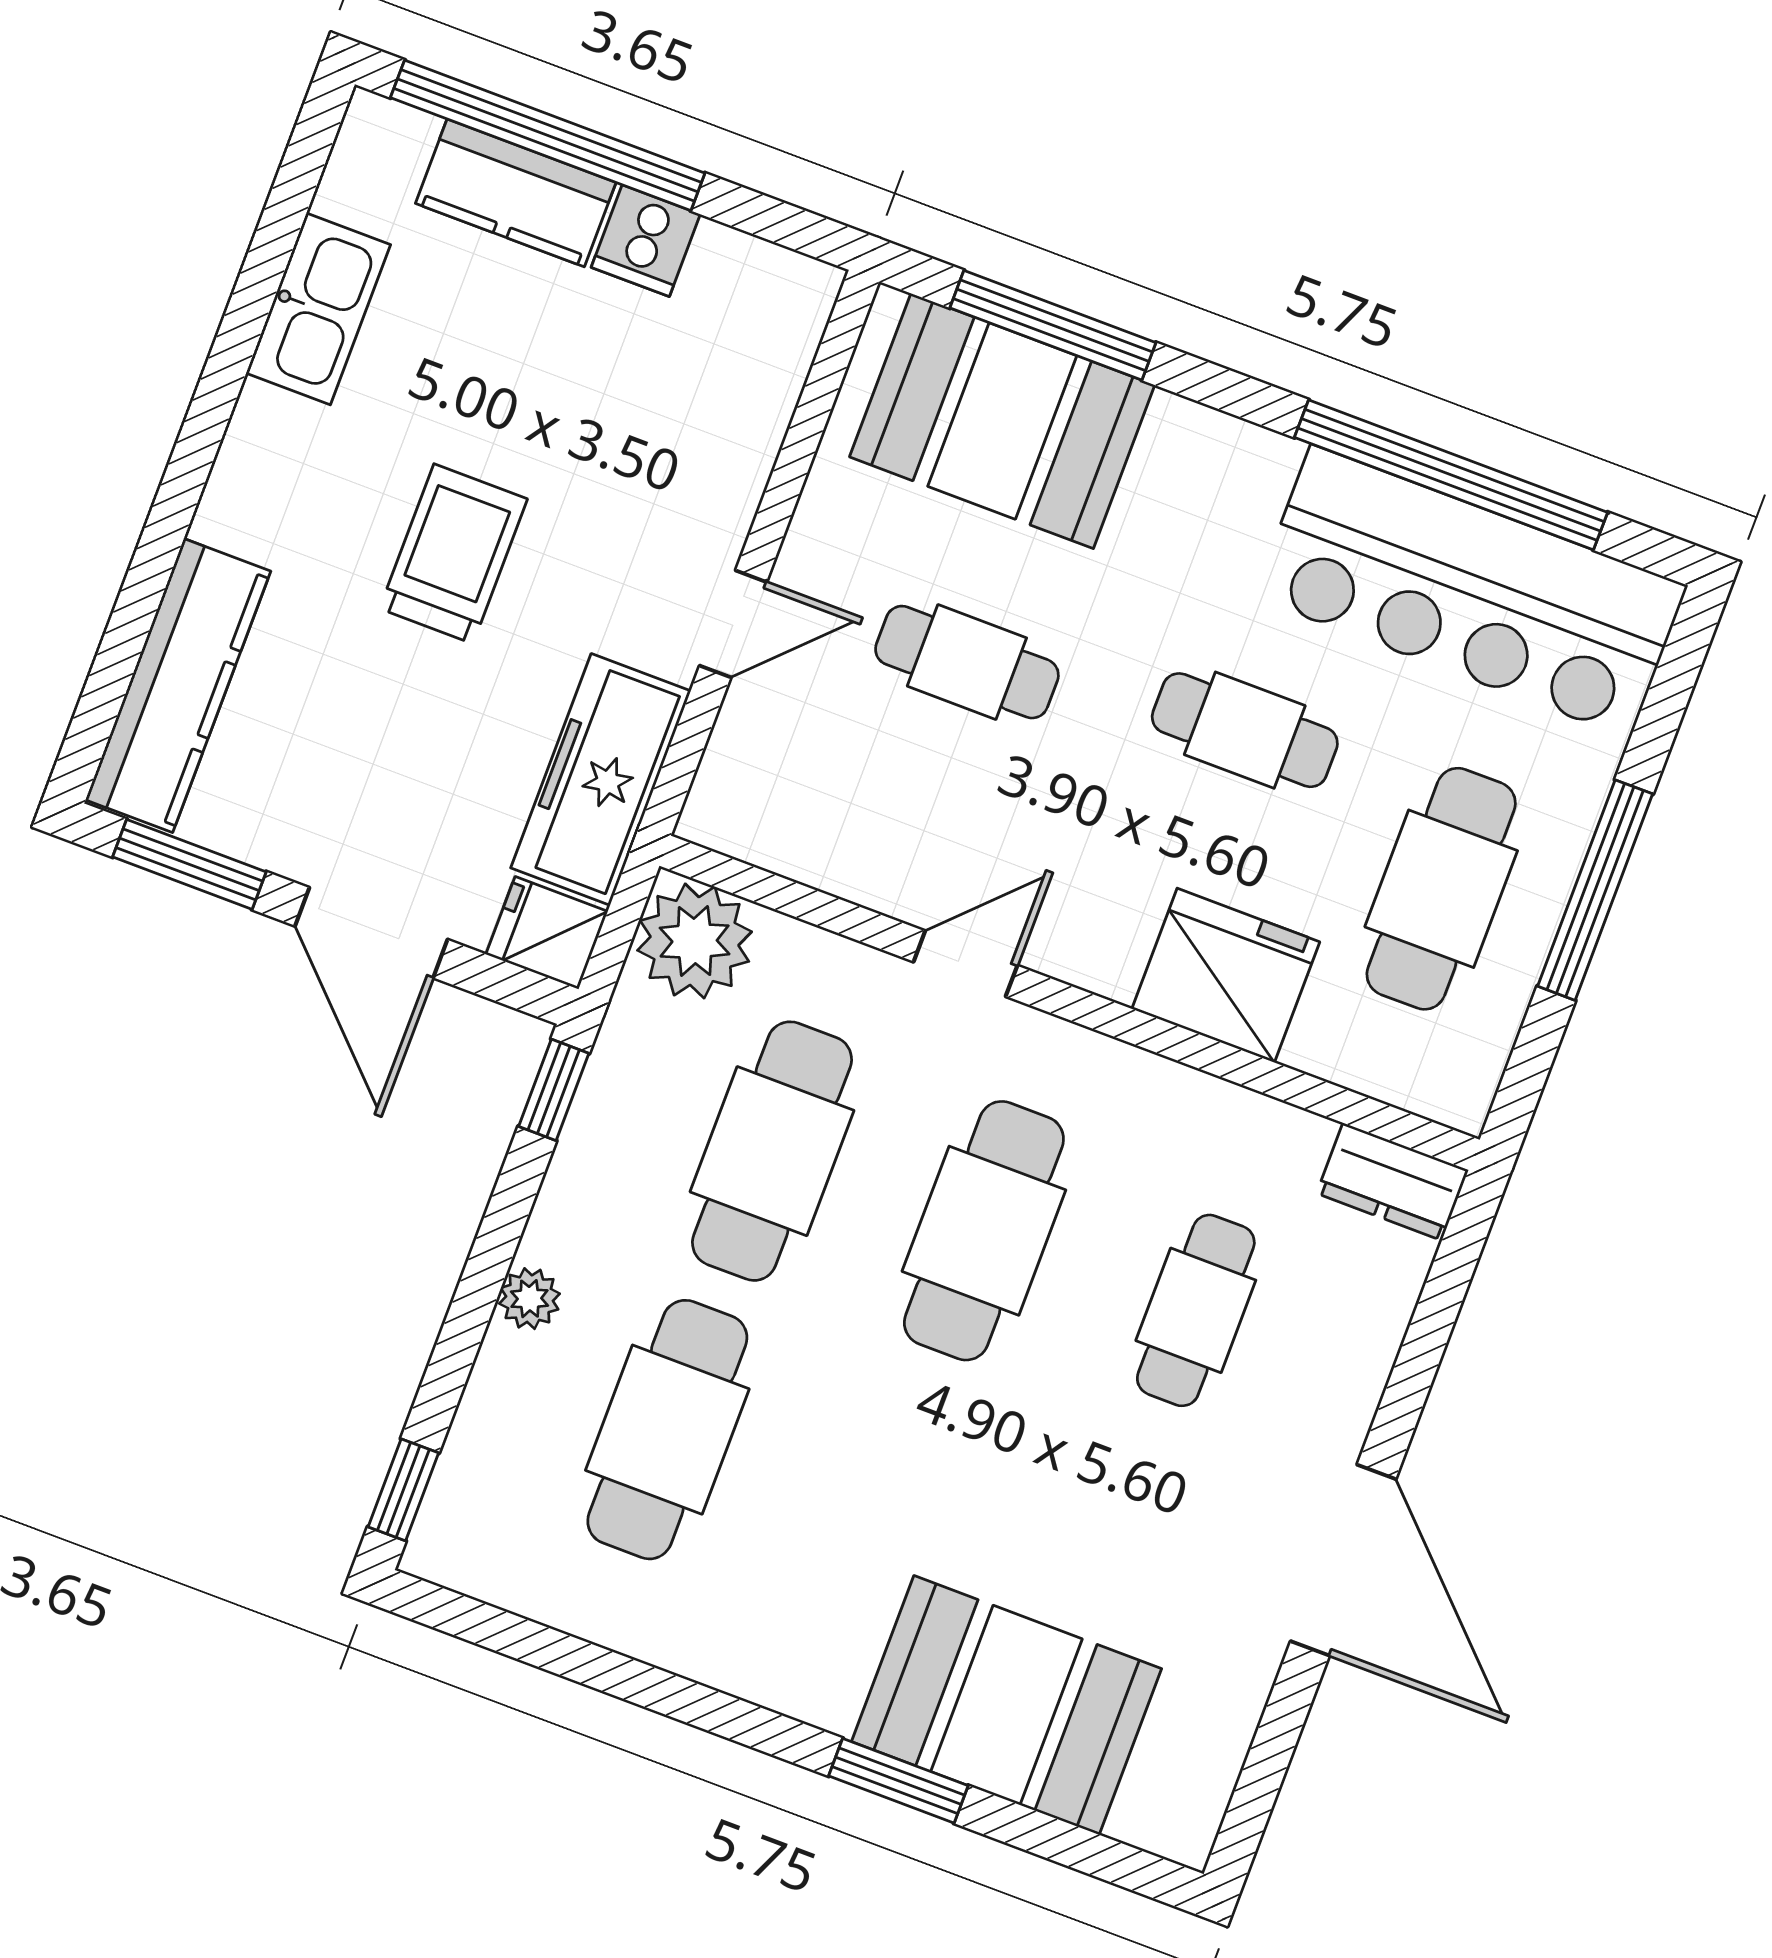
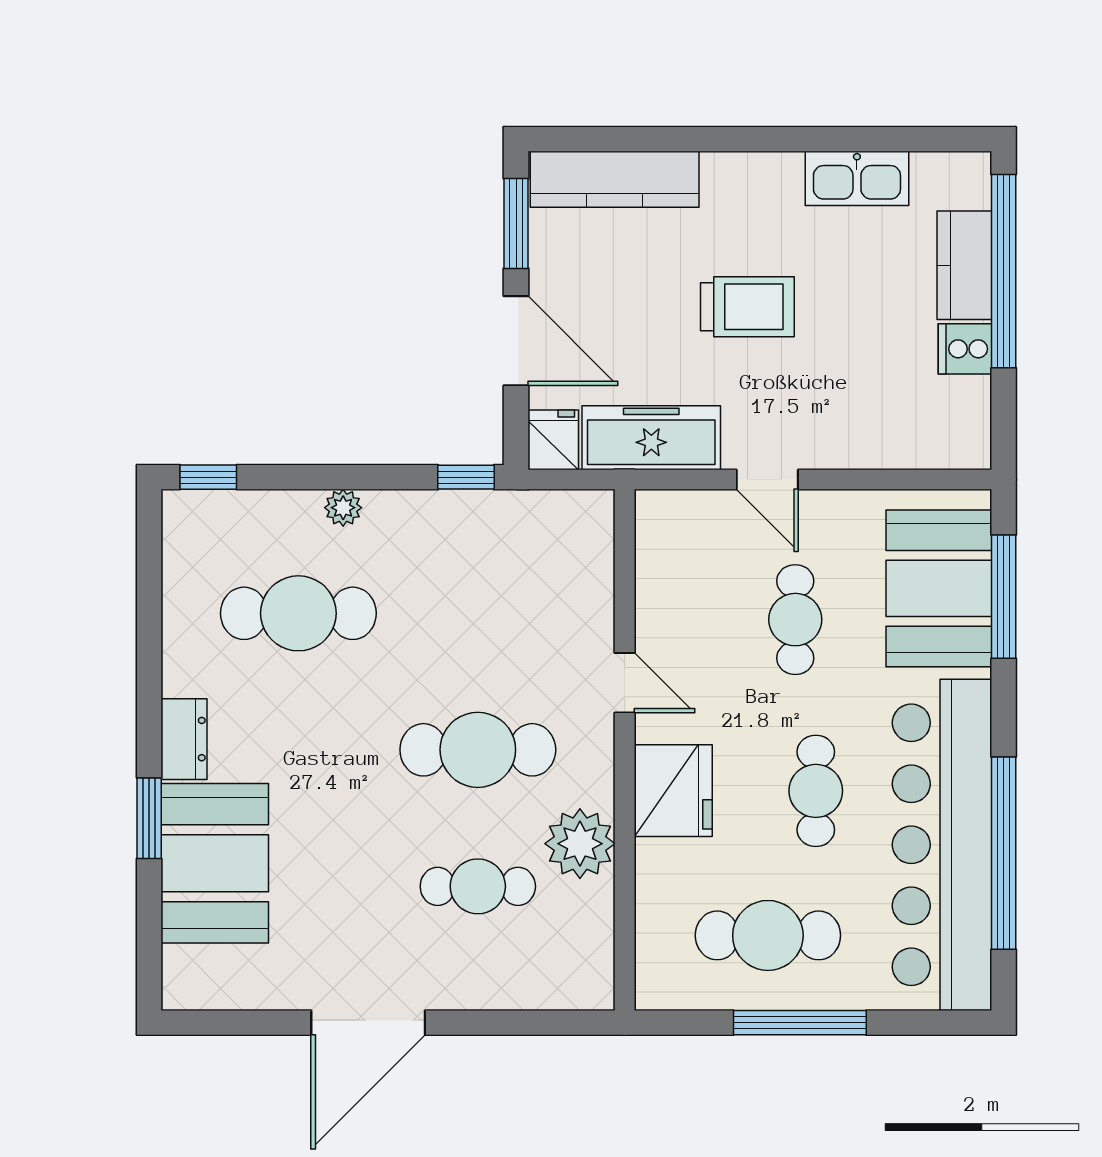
bar counter: (1471, 591) -> (942, 845), width x1.36
door: (371, 933) -> (516, 341), swing flipped
plant: (695, 941) -> (580, 844), moved
fridge: (1226, 975) -> (673, 791), moved
cafe table: (772, 1151) -> (478, 613), removed
dresser: (1392, 1182) -> (184, 739), moved, turned 180

